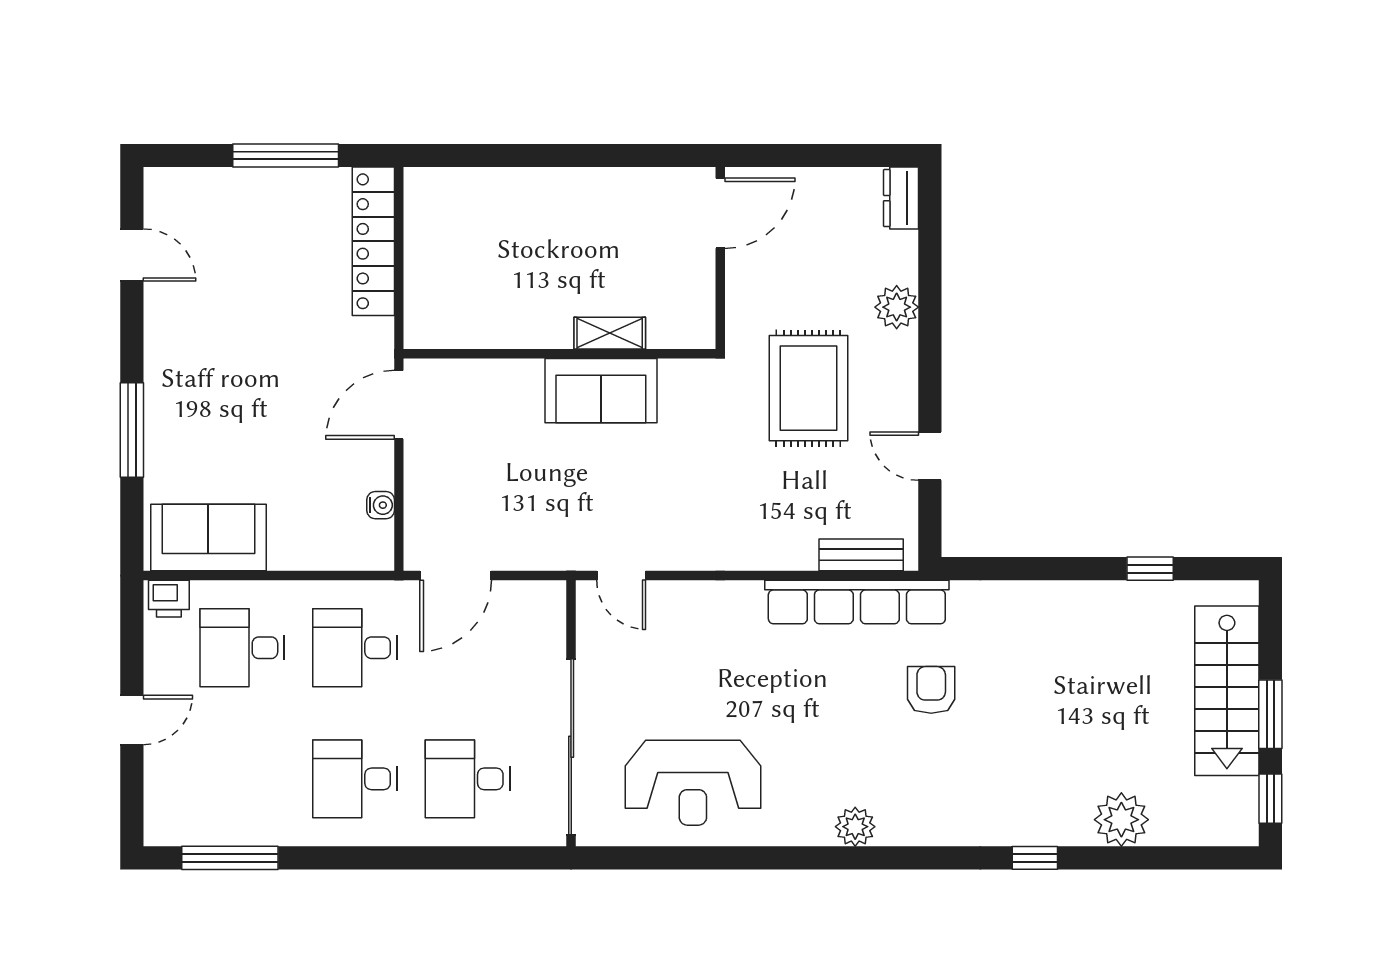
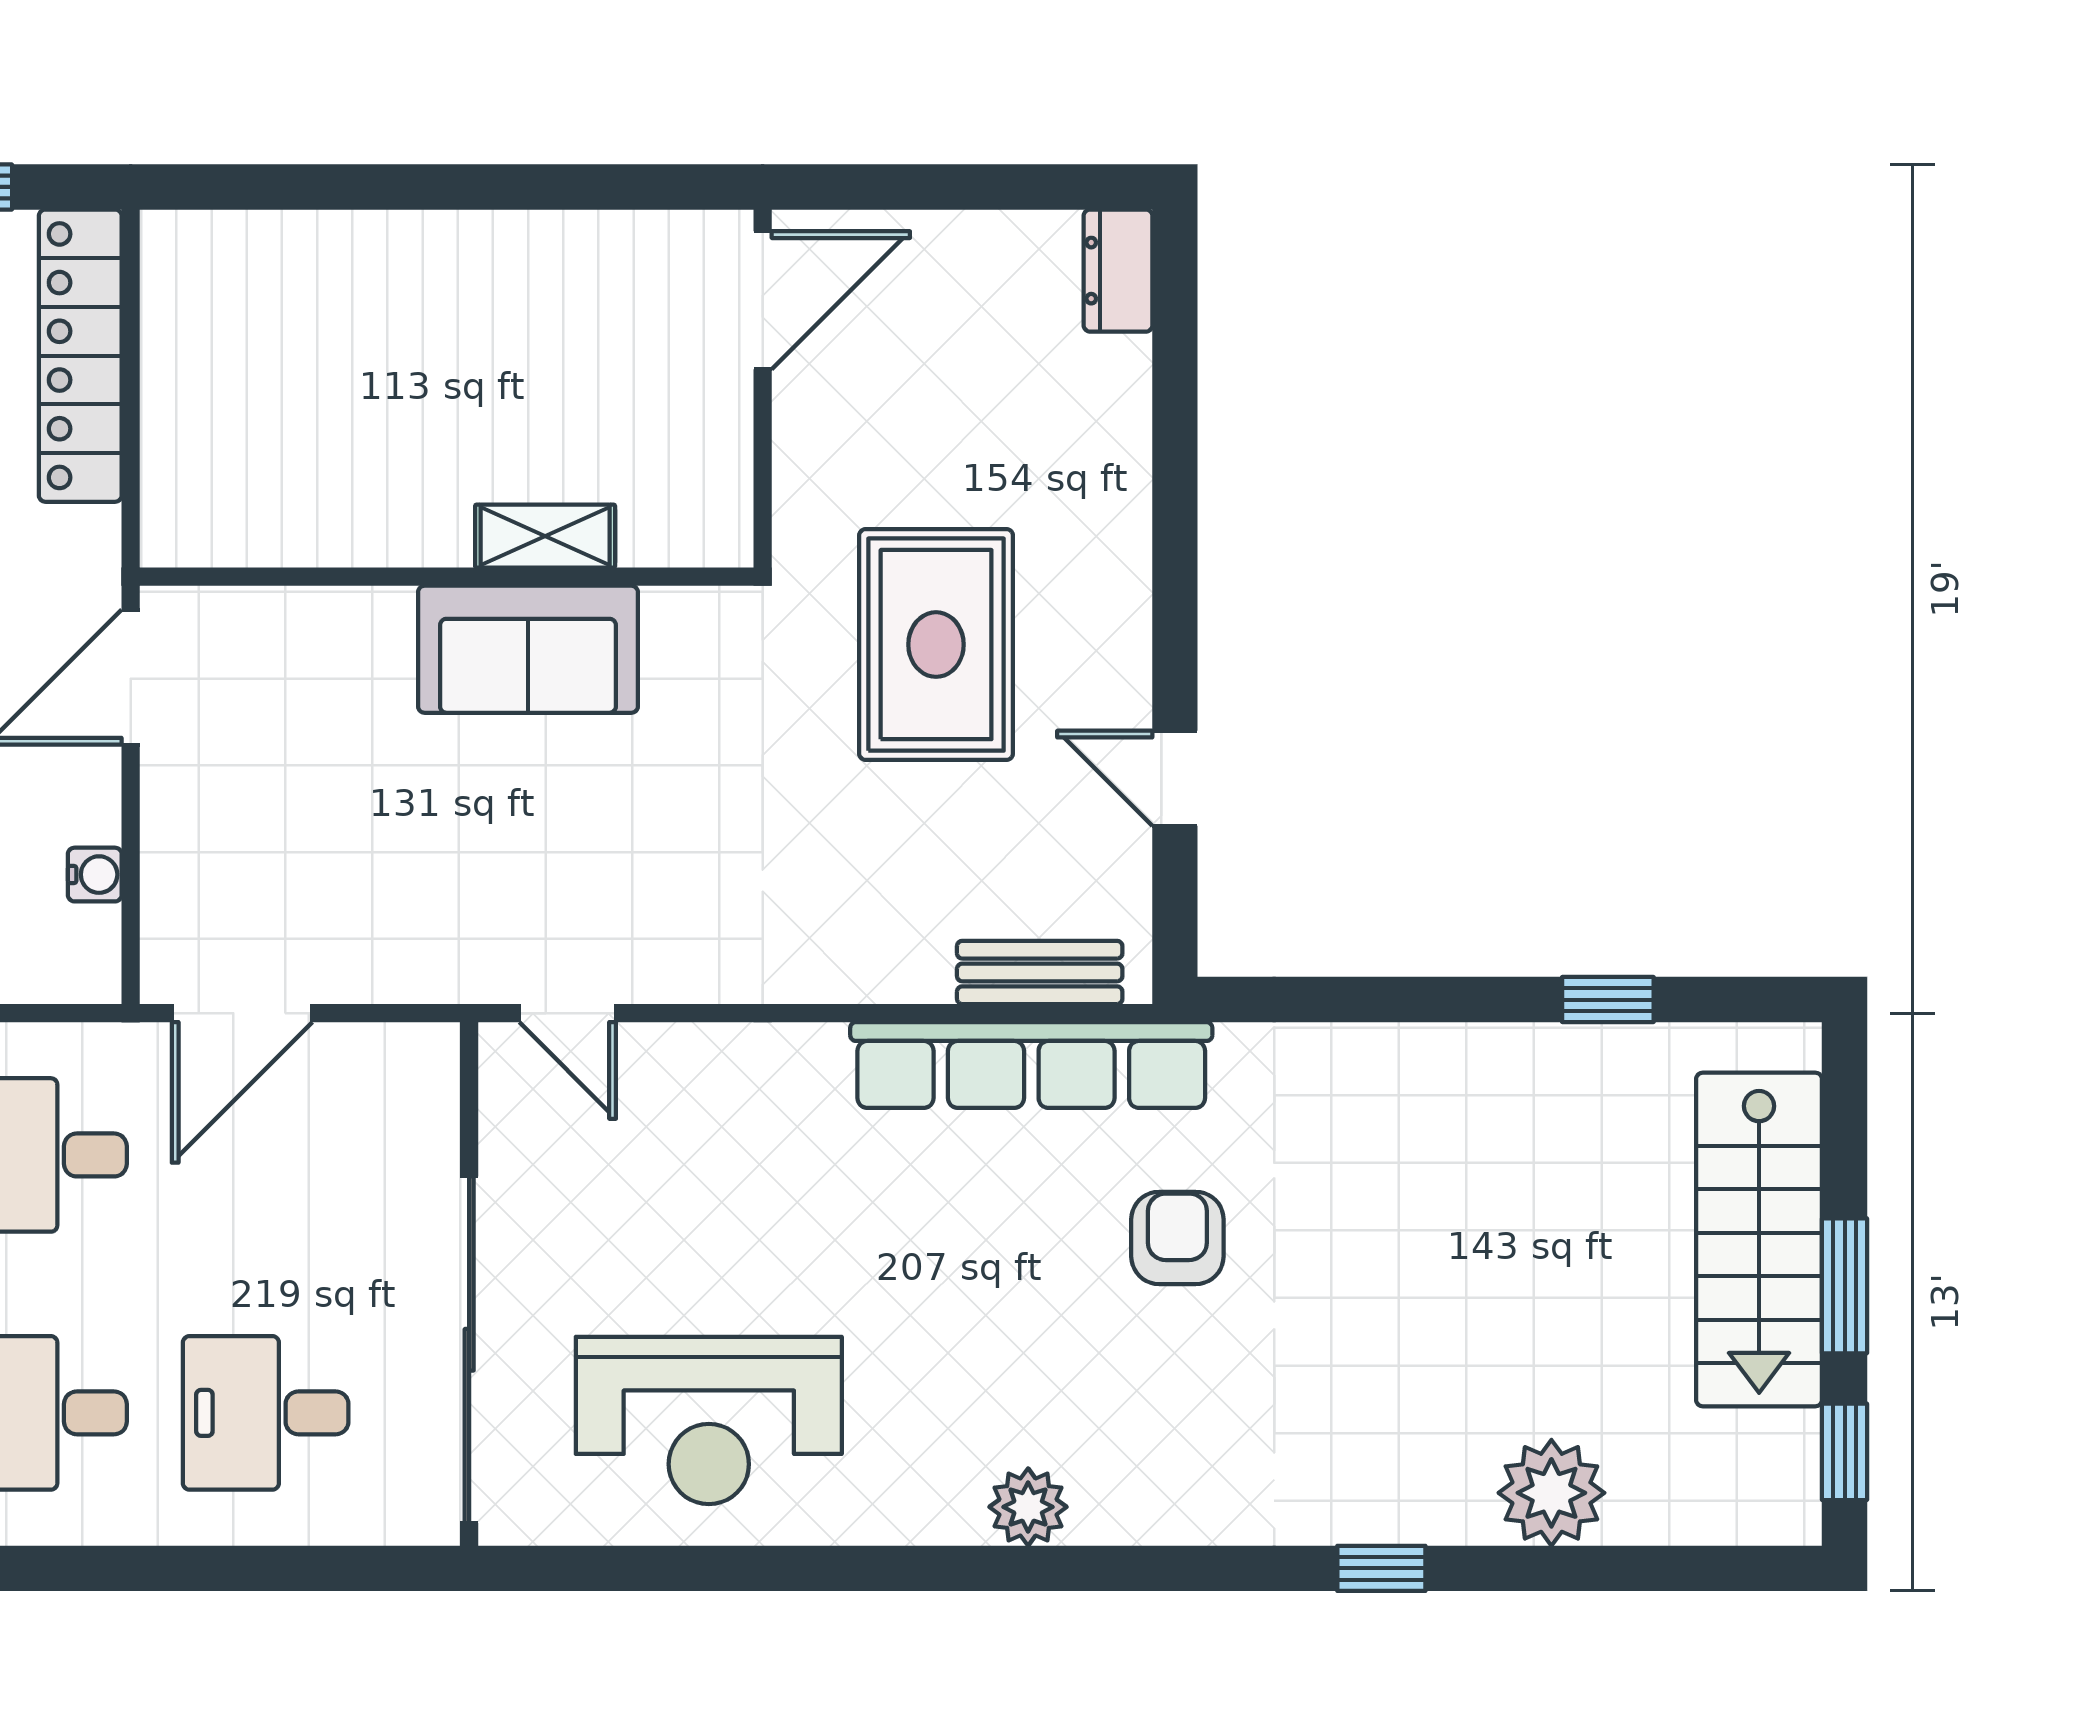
plant: (897, 307) -> (1109, 485), removed

